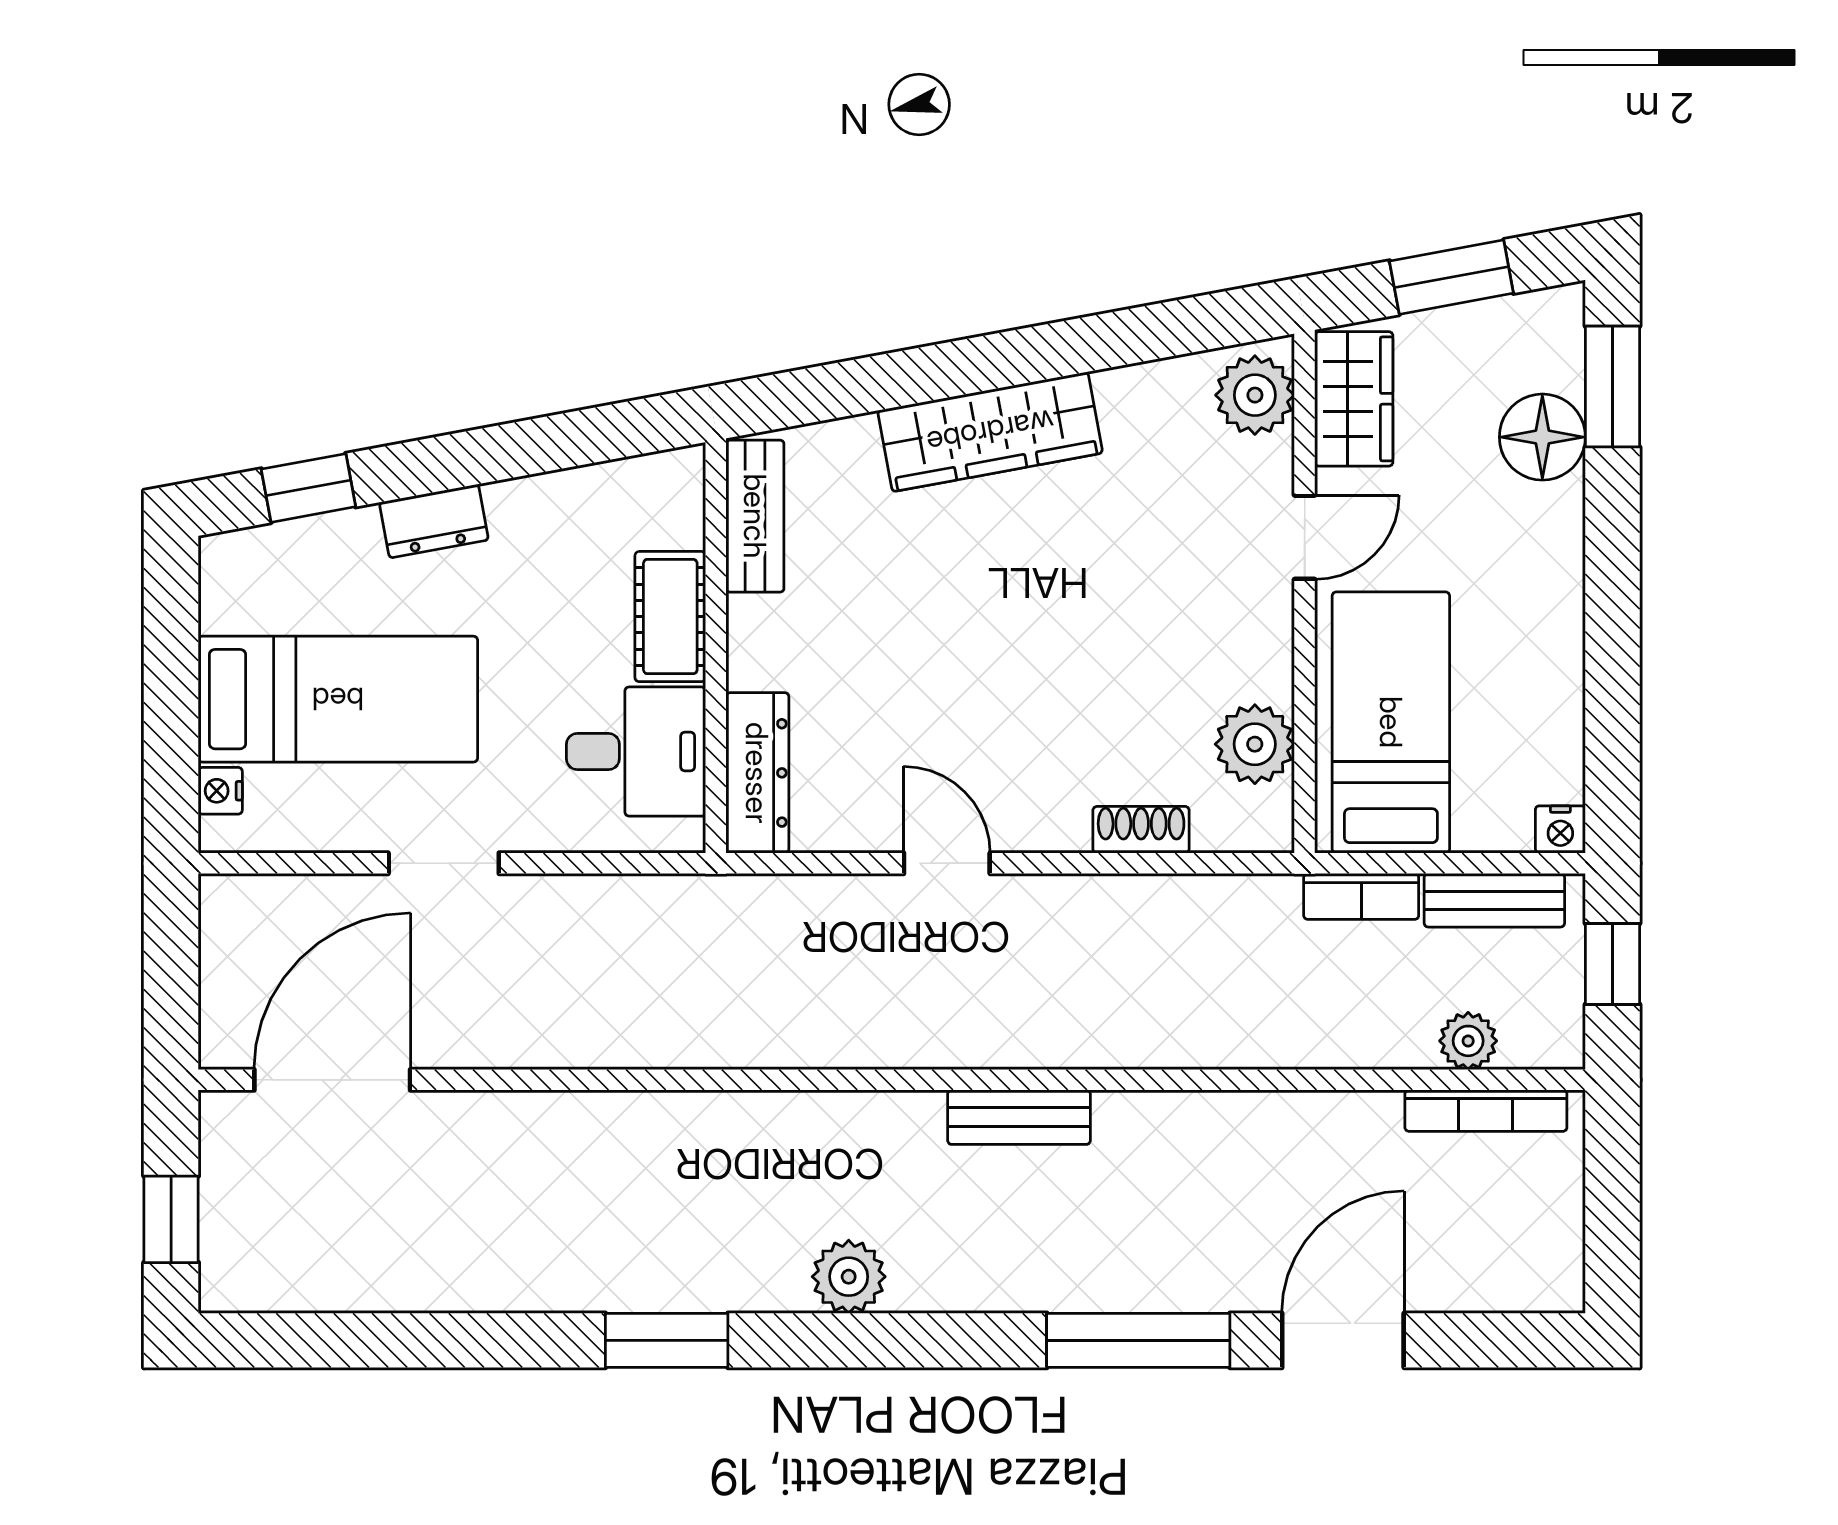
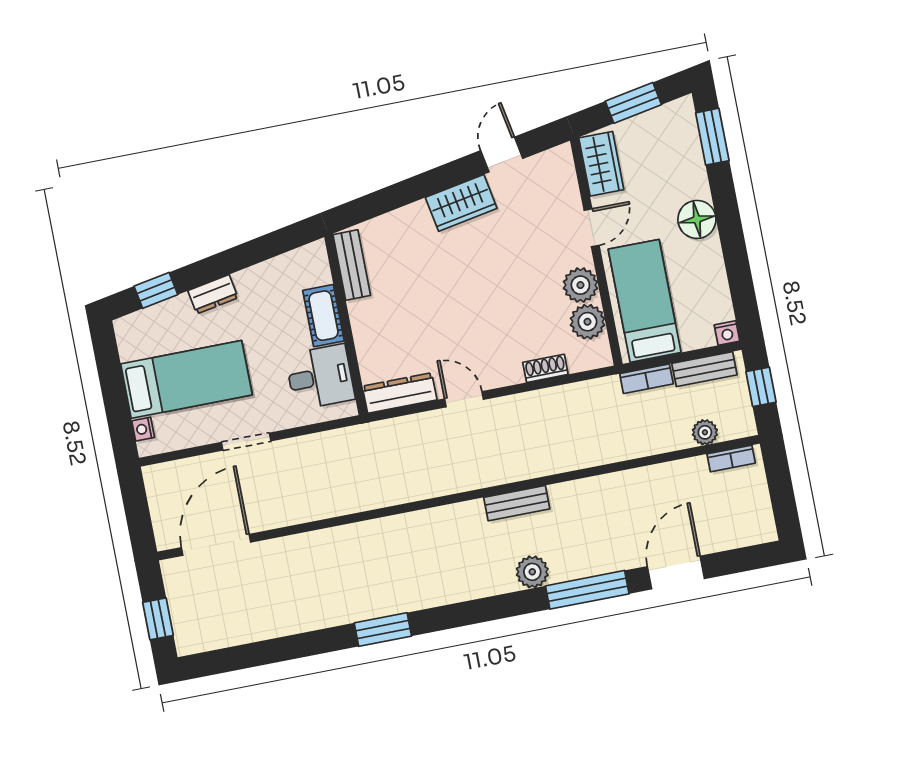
door: (1136, 335) -> (502, 154), added
plant: (1255, 395) -> (580, 285), moved
wardrobe: (990, 432) -> (461, 203), width x0.67
floor lamp: (1542, 437) -> (697, 219), moved
dresser: (757, 773) -> (400, 393), moved, turned -90
bookcase: (1486, 1111) -> (731, 459), width x0.64
plant: (849, 1277) -> (532, 572), moved

